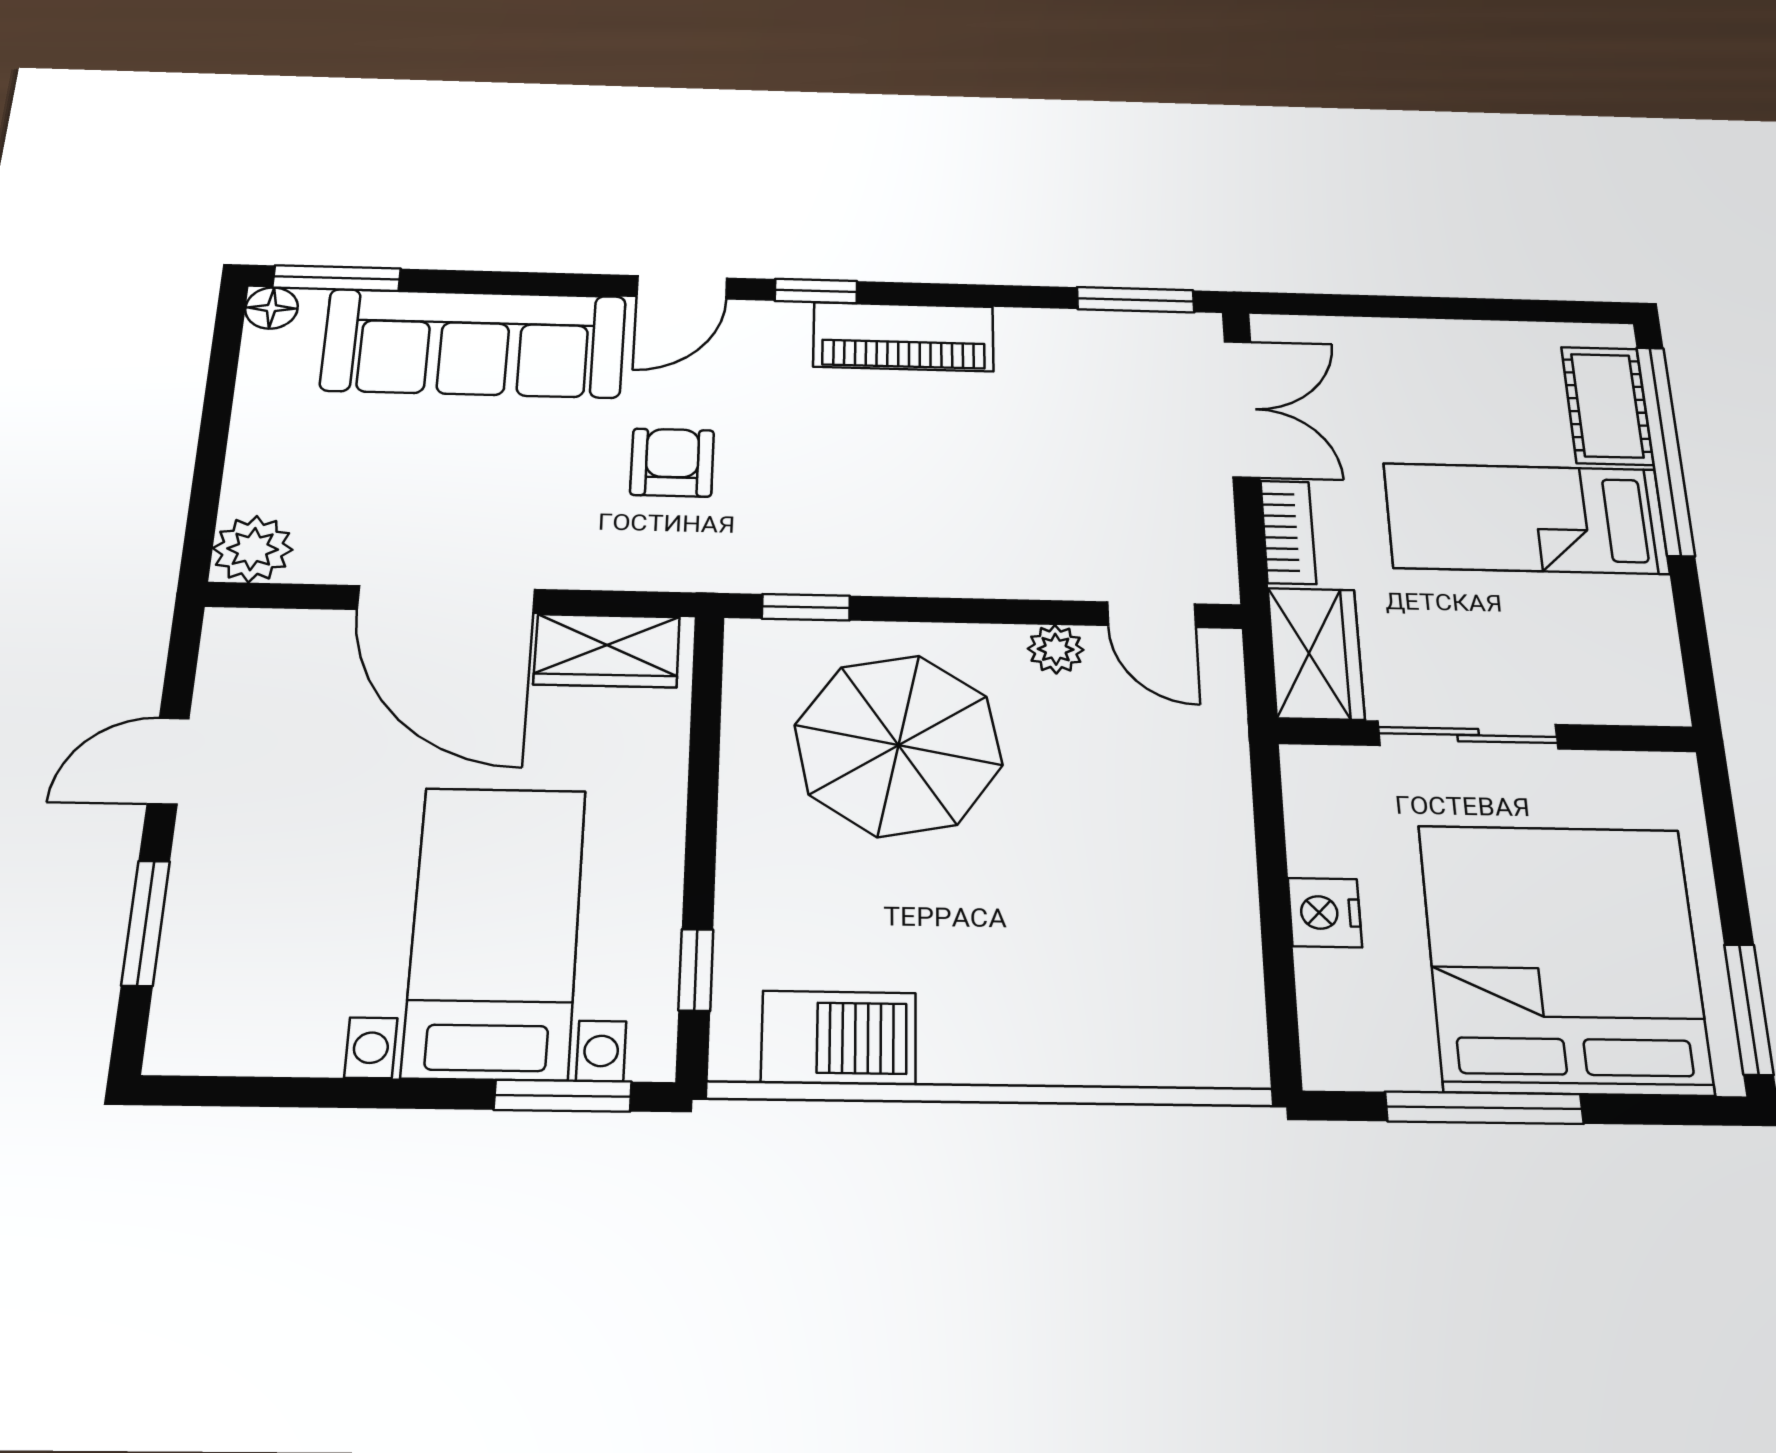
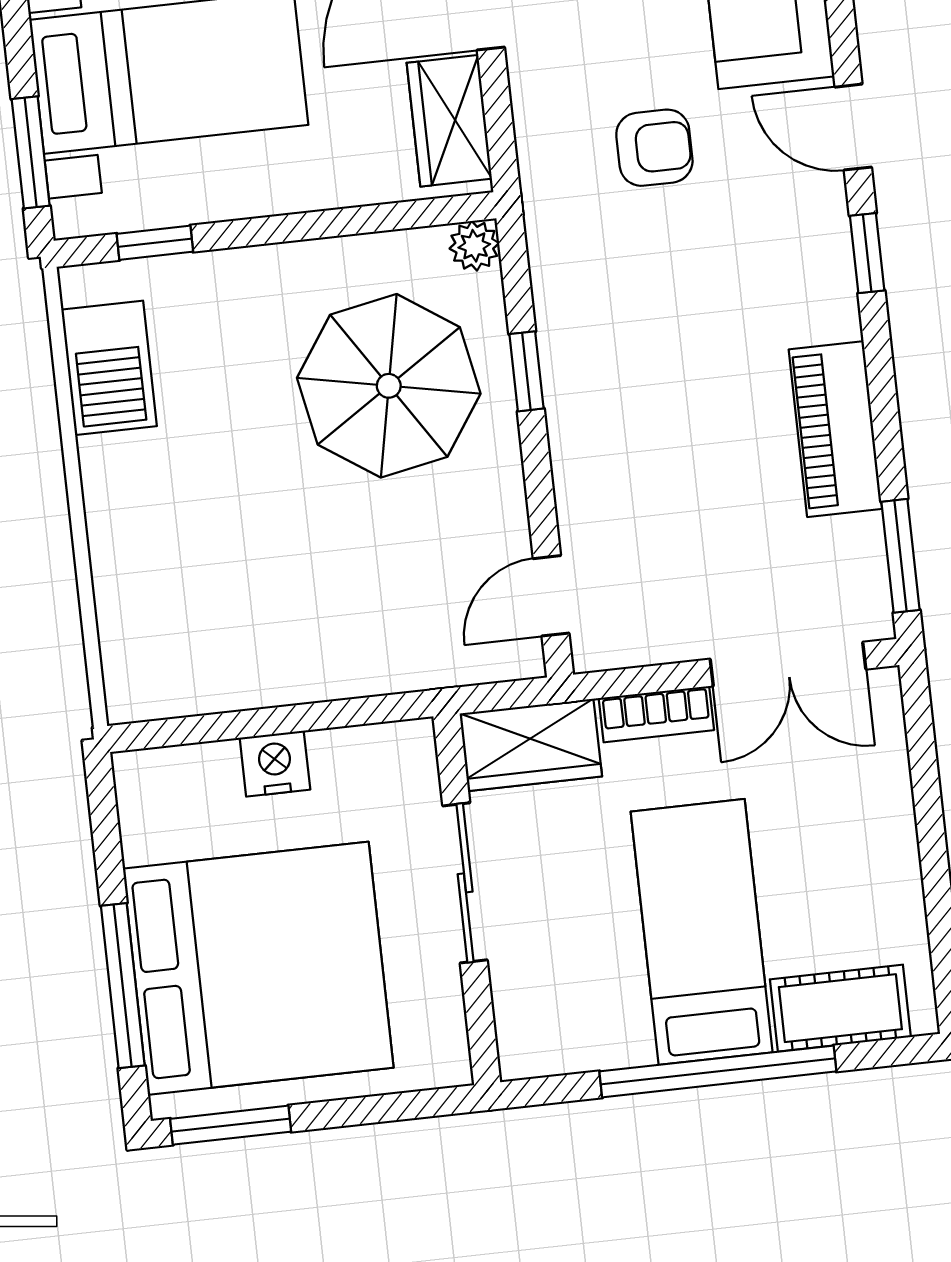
piano: (904, 337) -> (835, 429), moved
window: (1665, 450) -> (718, 1071), moved
window: (806, 607) -> (526, 371), moved
plant: (1056, 649) -> (474, 246), moved
window: (1484, 1108) -> (123, 986), moved

